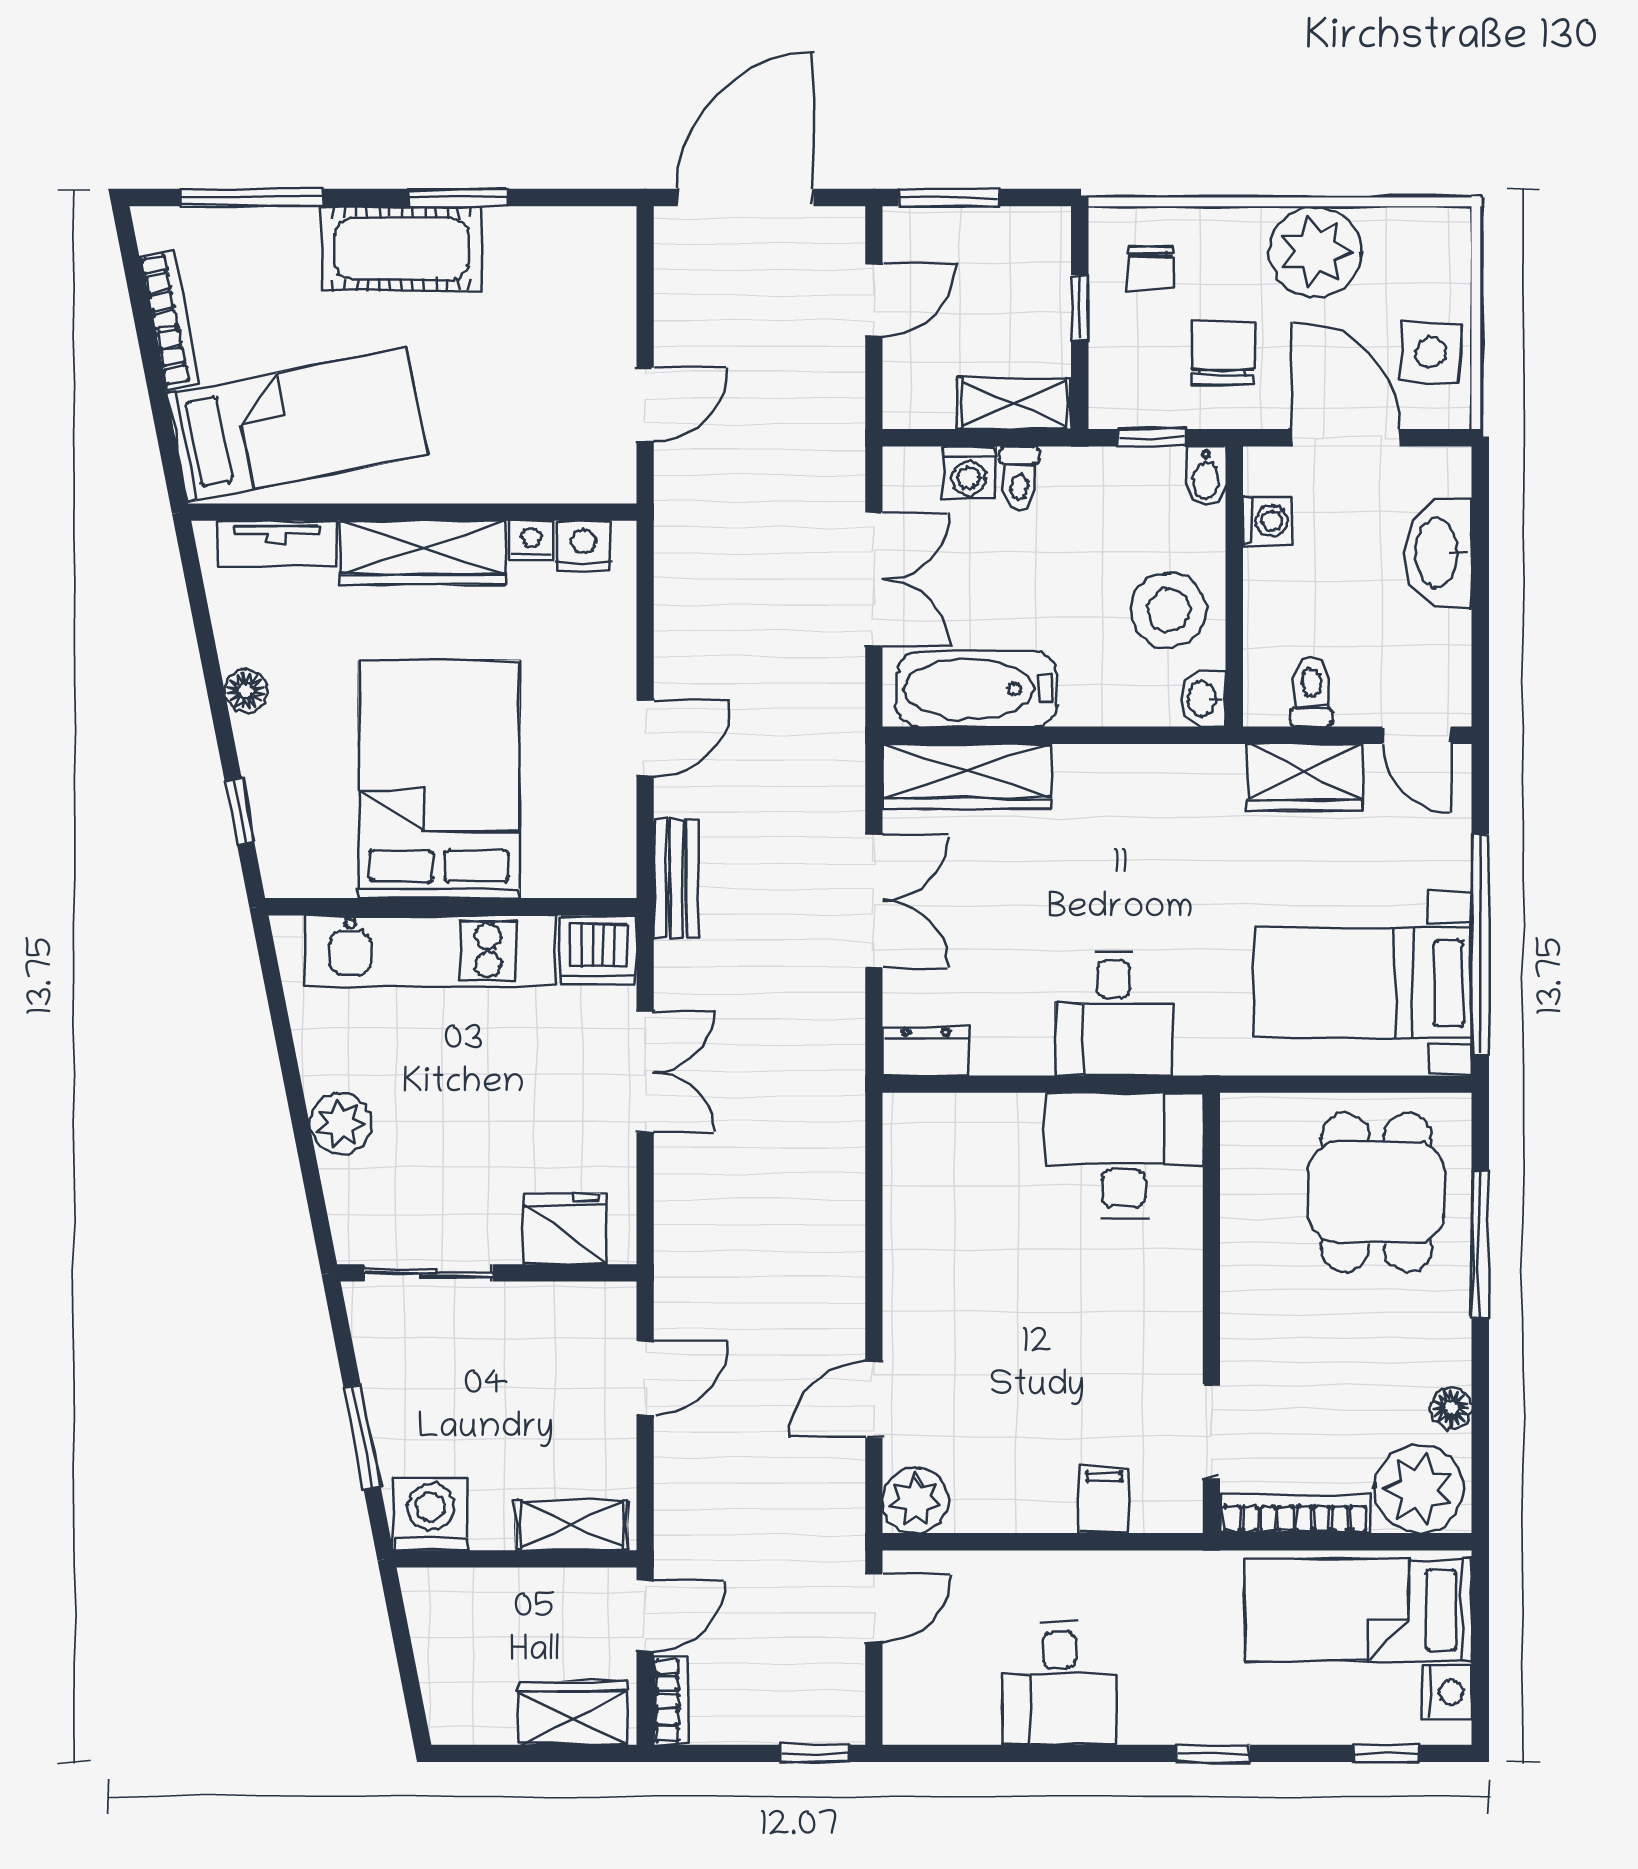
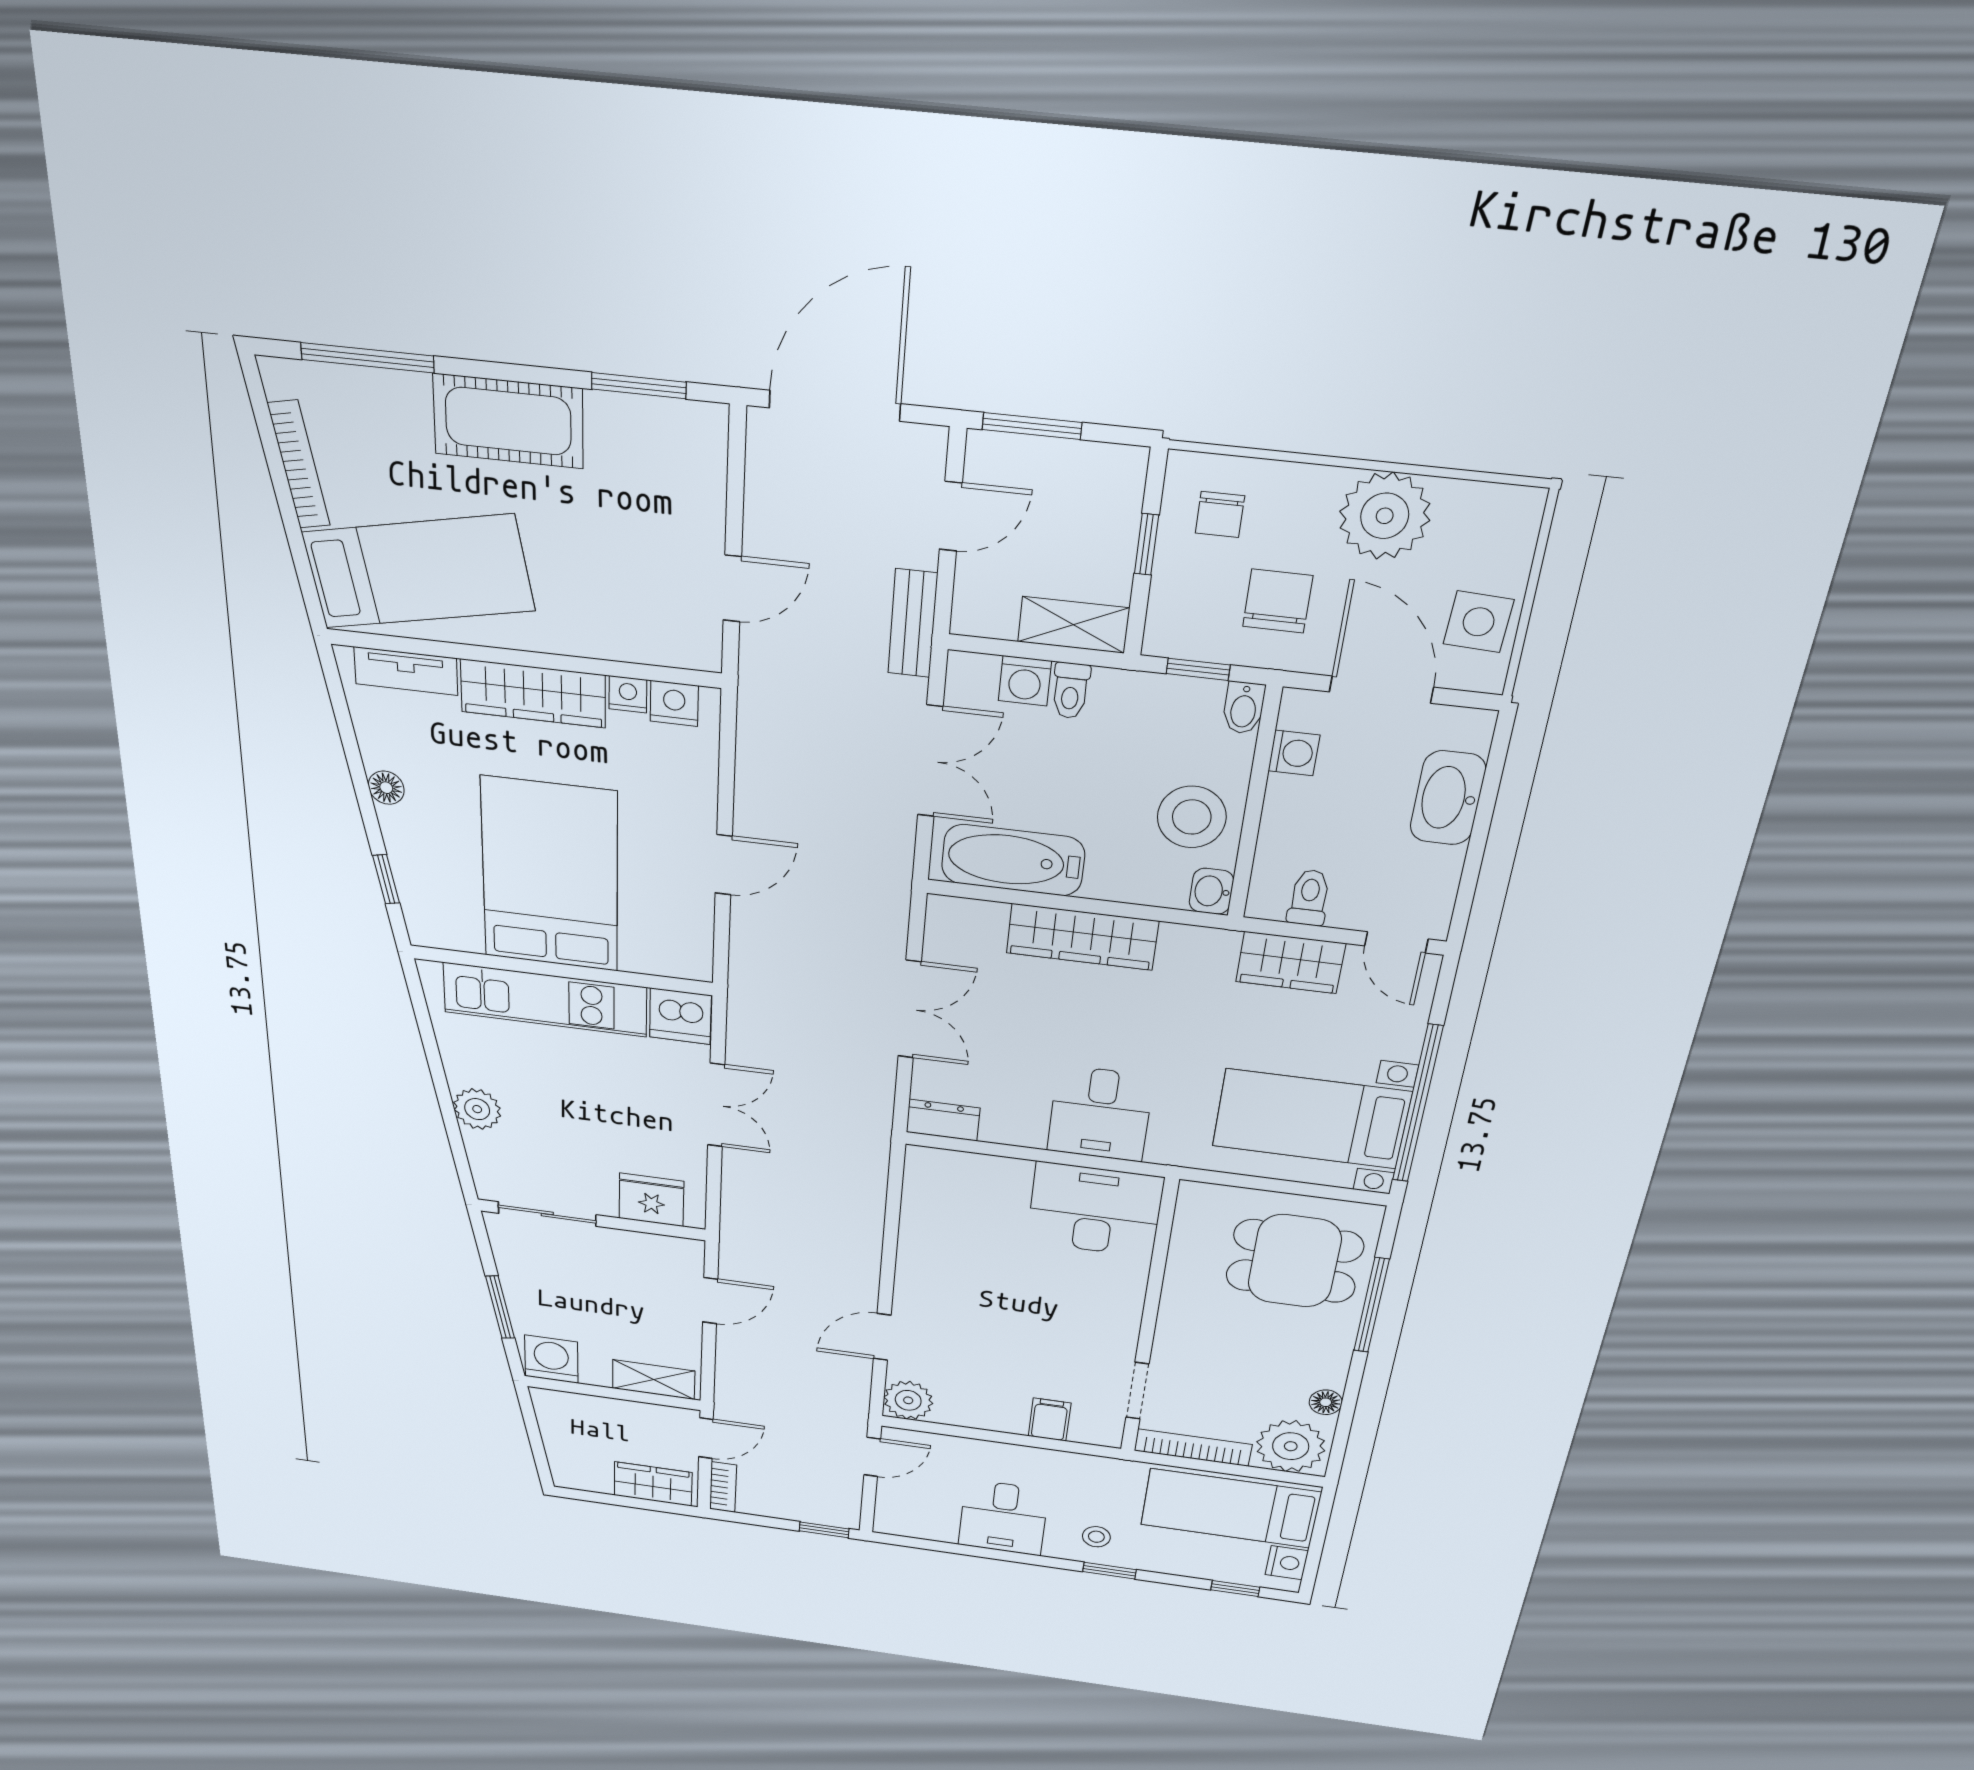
window: (458, 198) -> (639, 386), moved
wardrobe: (967, 776) -> (1082, 937), moved
bench: (676, 878) -> (913, 623), moved
dining table: (1376, 1193) -> (1295, 1261), turned 90
stool: (1188, 1695) -> (1096, 1537), added

